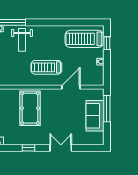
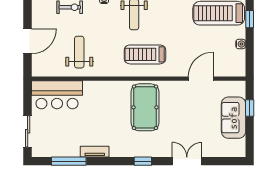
treadmill: (46, 67) -> (145, 54), moved
window: (107, 109) -> (250, 108), width x0.46

